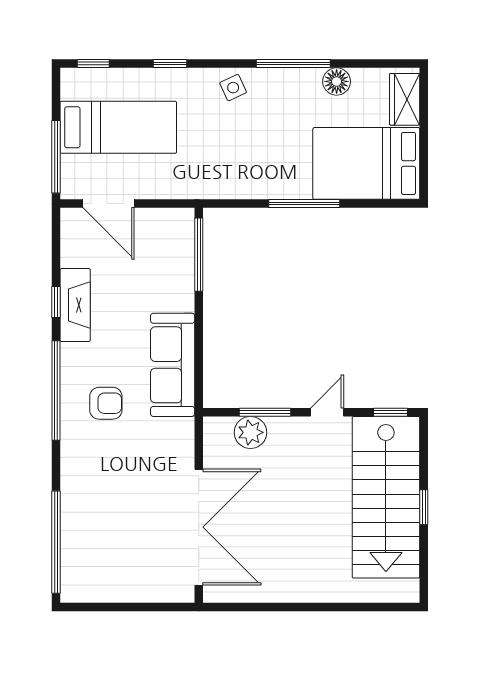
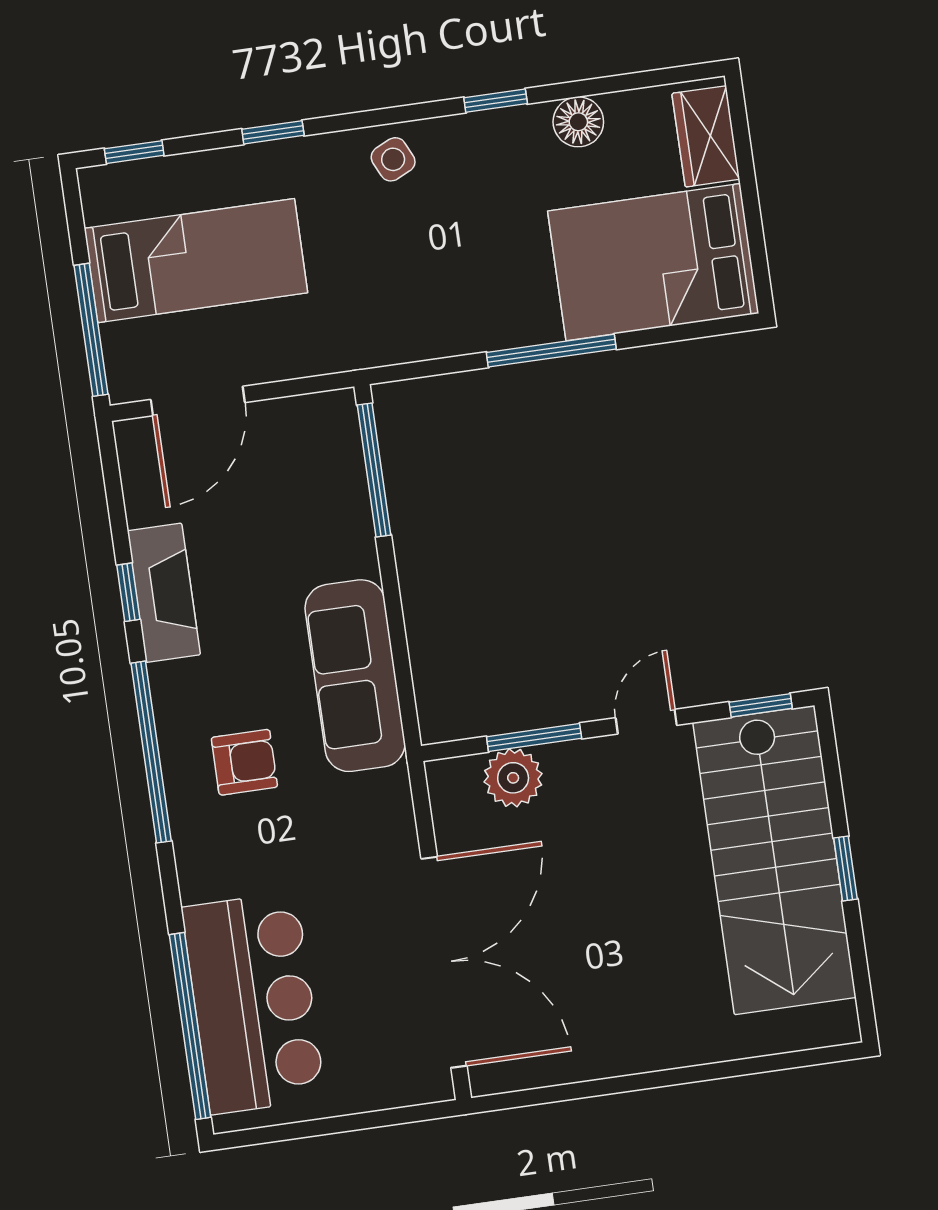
window: (293, 64) -> (496, 101), width x0.46
door: (108, 204) -> (198, 401), hinge flipped
bar counter: (92, 535) -> (253, 1003), added

